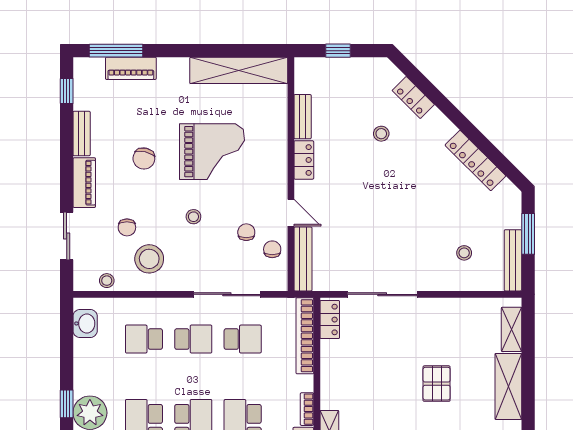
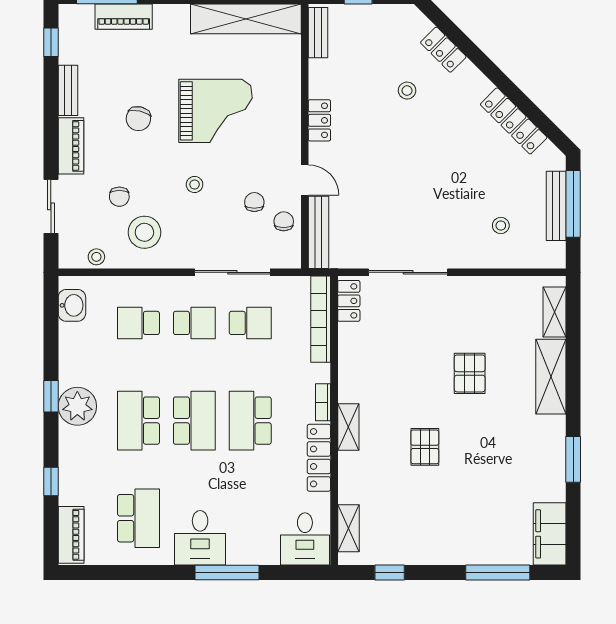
bench: (303, 117) -> (318, 33), moved
window: (528, 234) -> (573, 204), width x1.44
bench: (513, 260) -> (556, 206), moved

